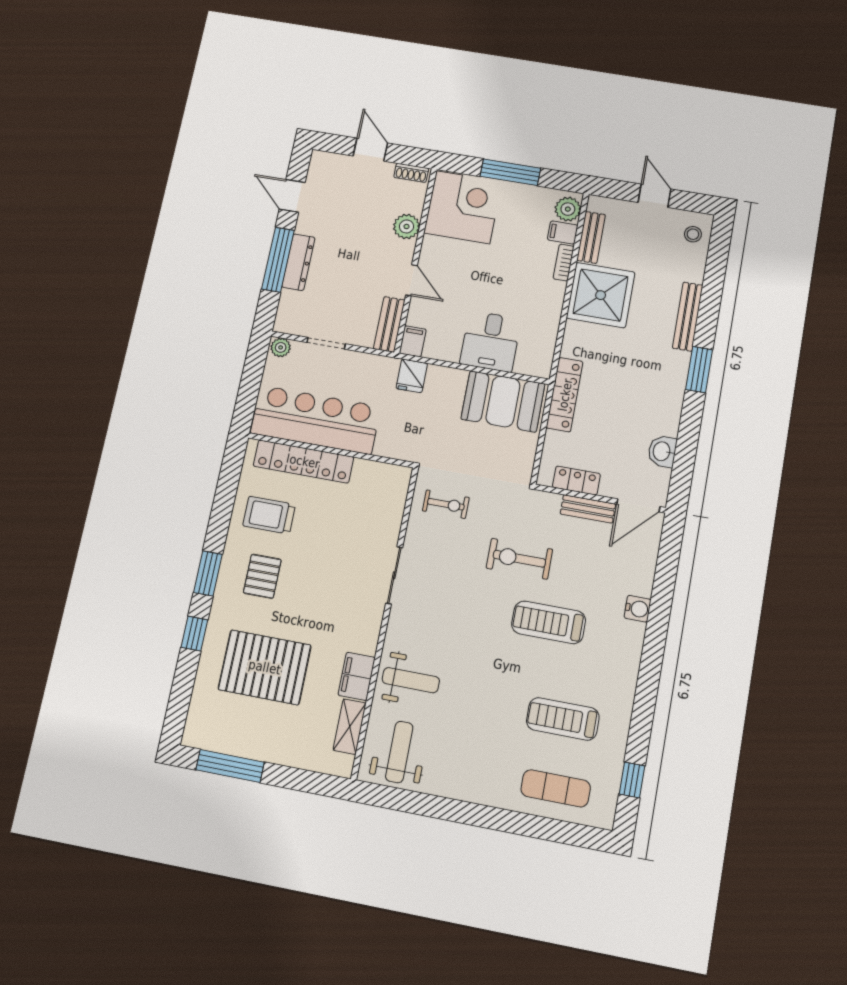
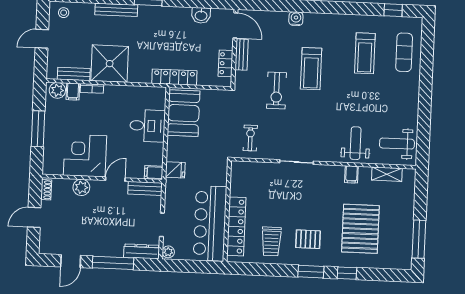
corner desk: (463, 207) -> (85, 156), moved
dresser: (298, 262) -> (142, 251), moved
filing cabinet: (357, 676) -> (351, 174), width x0.50

